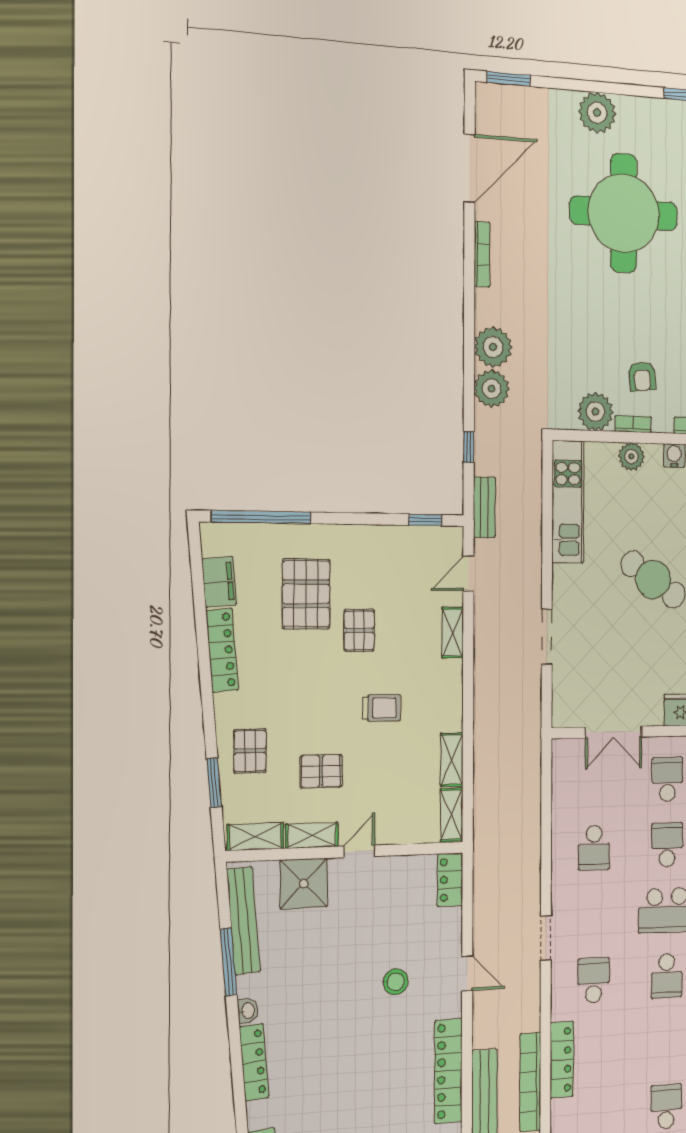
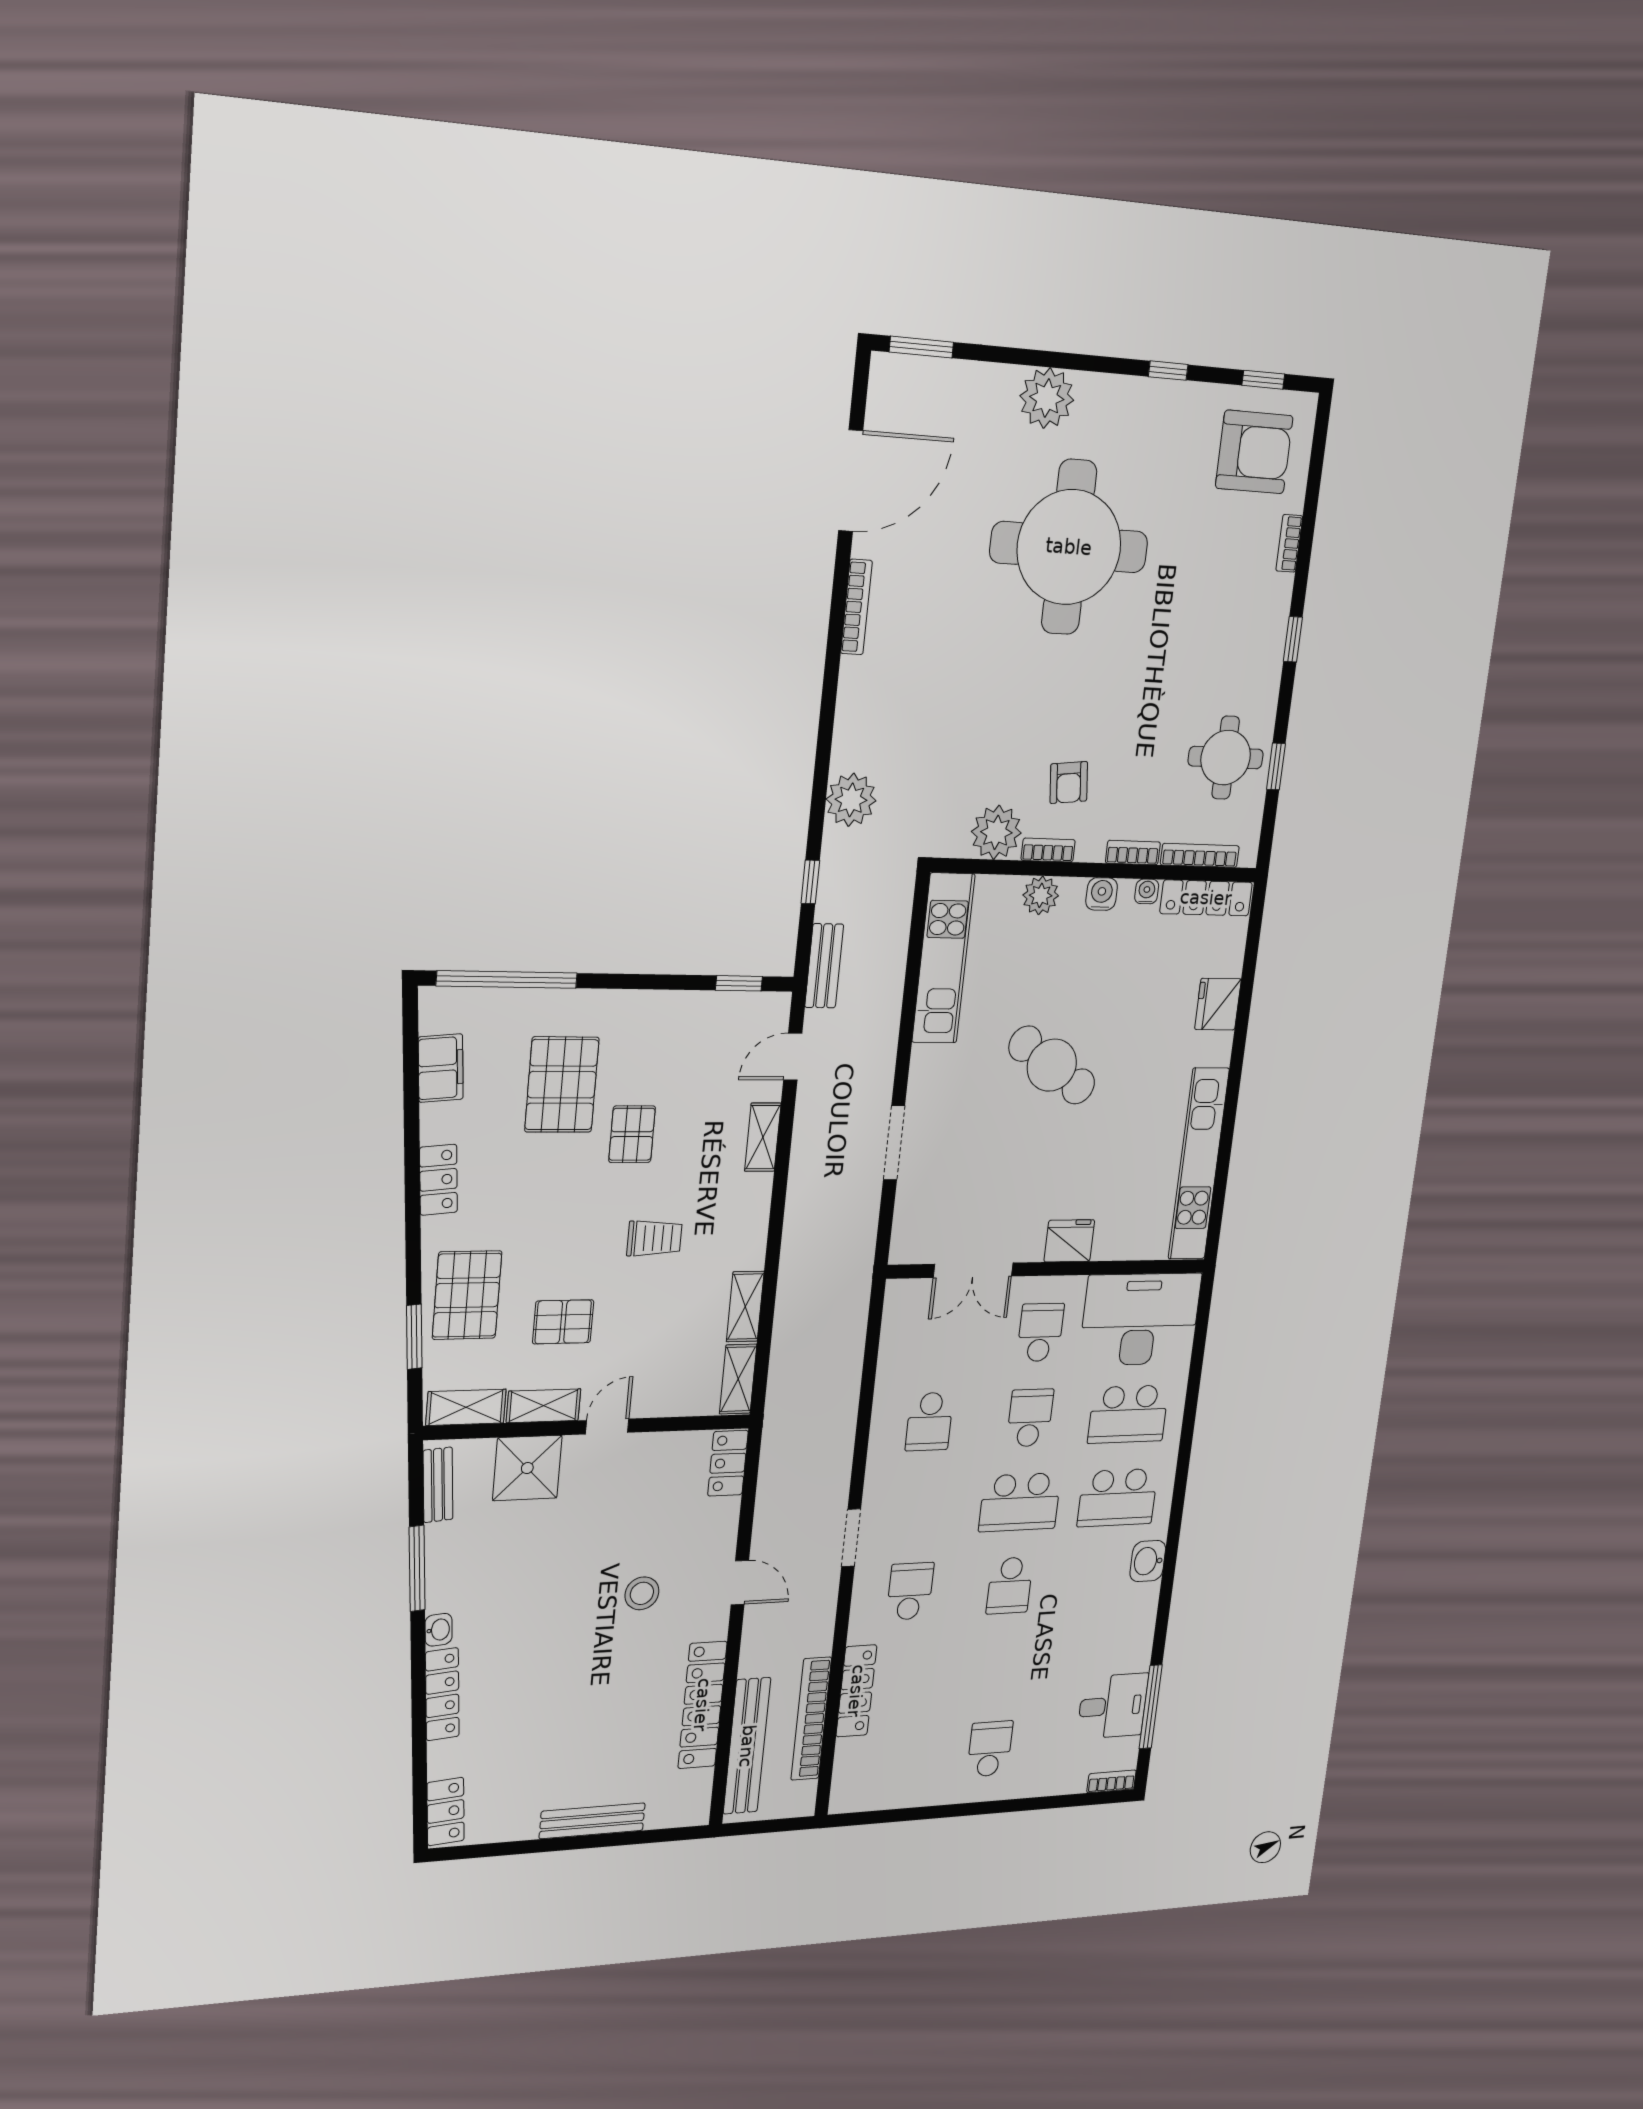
plant: (493, 347) -> (859, 741), removed
locker: (222, 650) -> (438, 1180), width x0.66
pallet: (250, 751) -> (467, 1295), width x1.50, depth x1.42
bench: (243, 921) -> (438, 1485), width x0.54, depth x0.82

